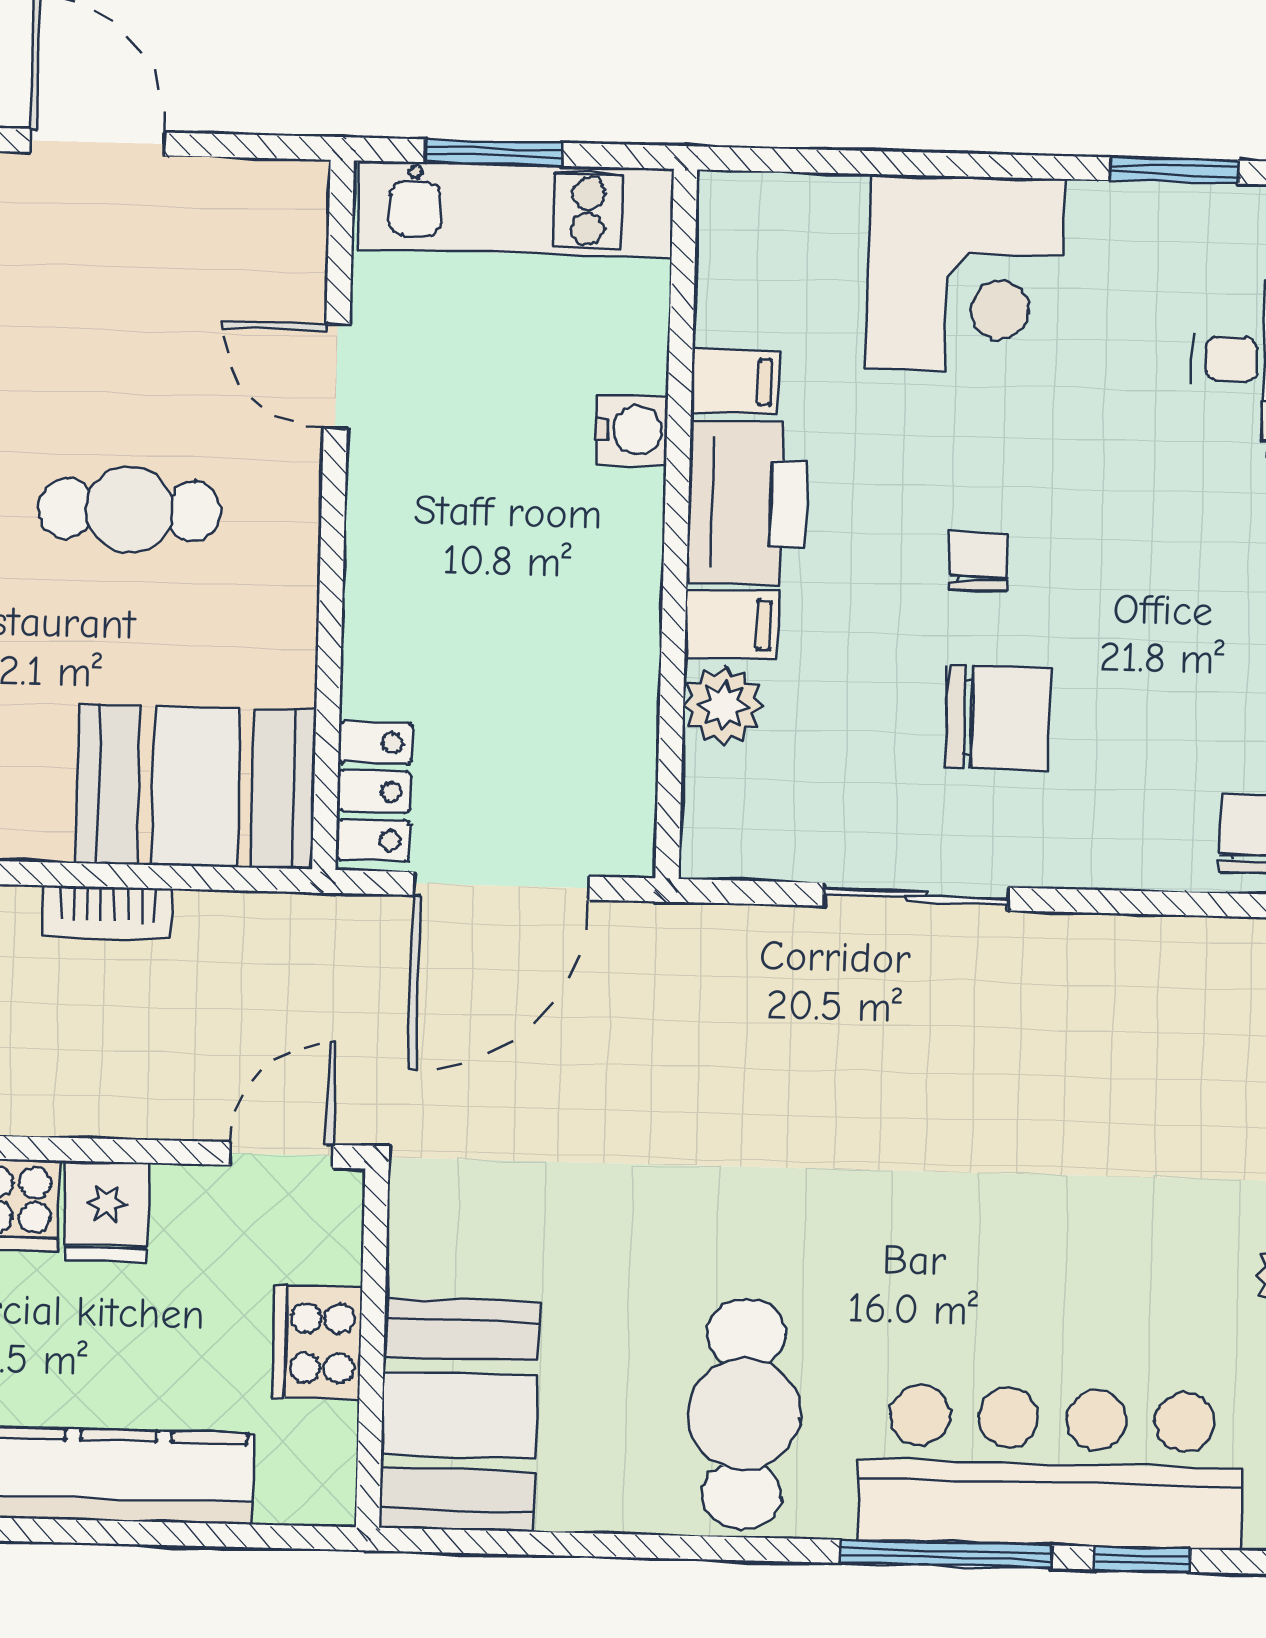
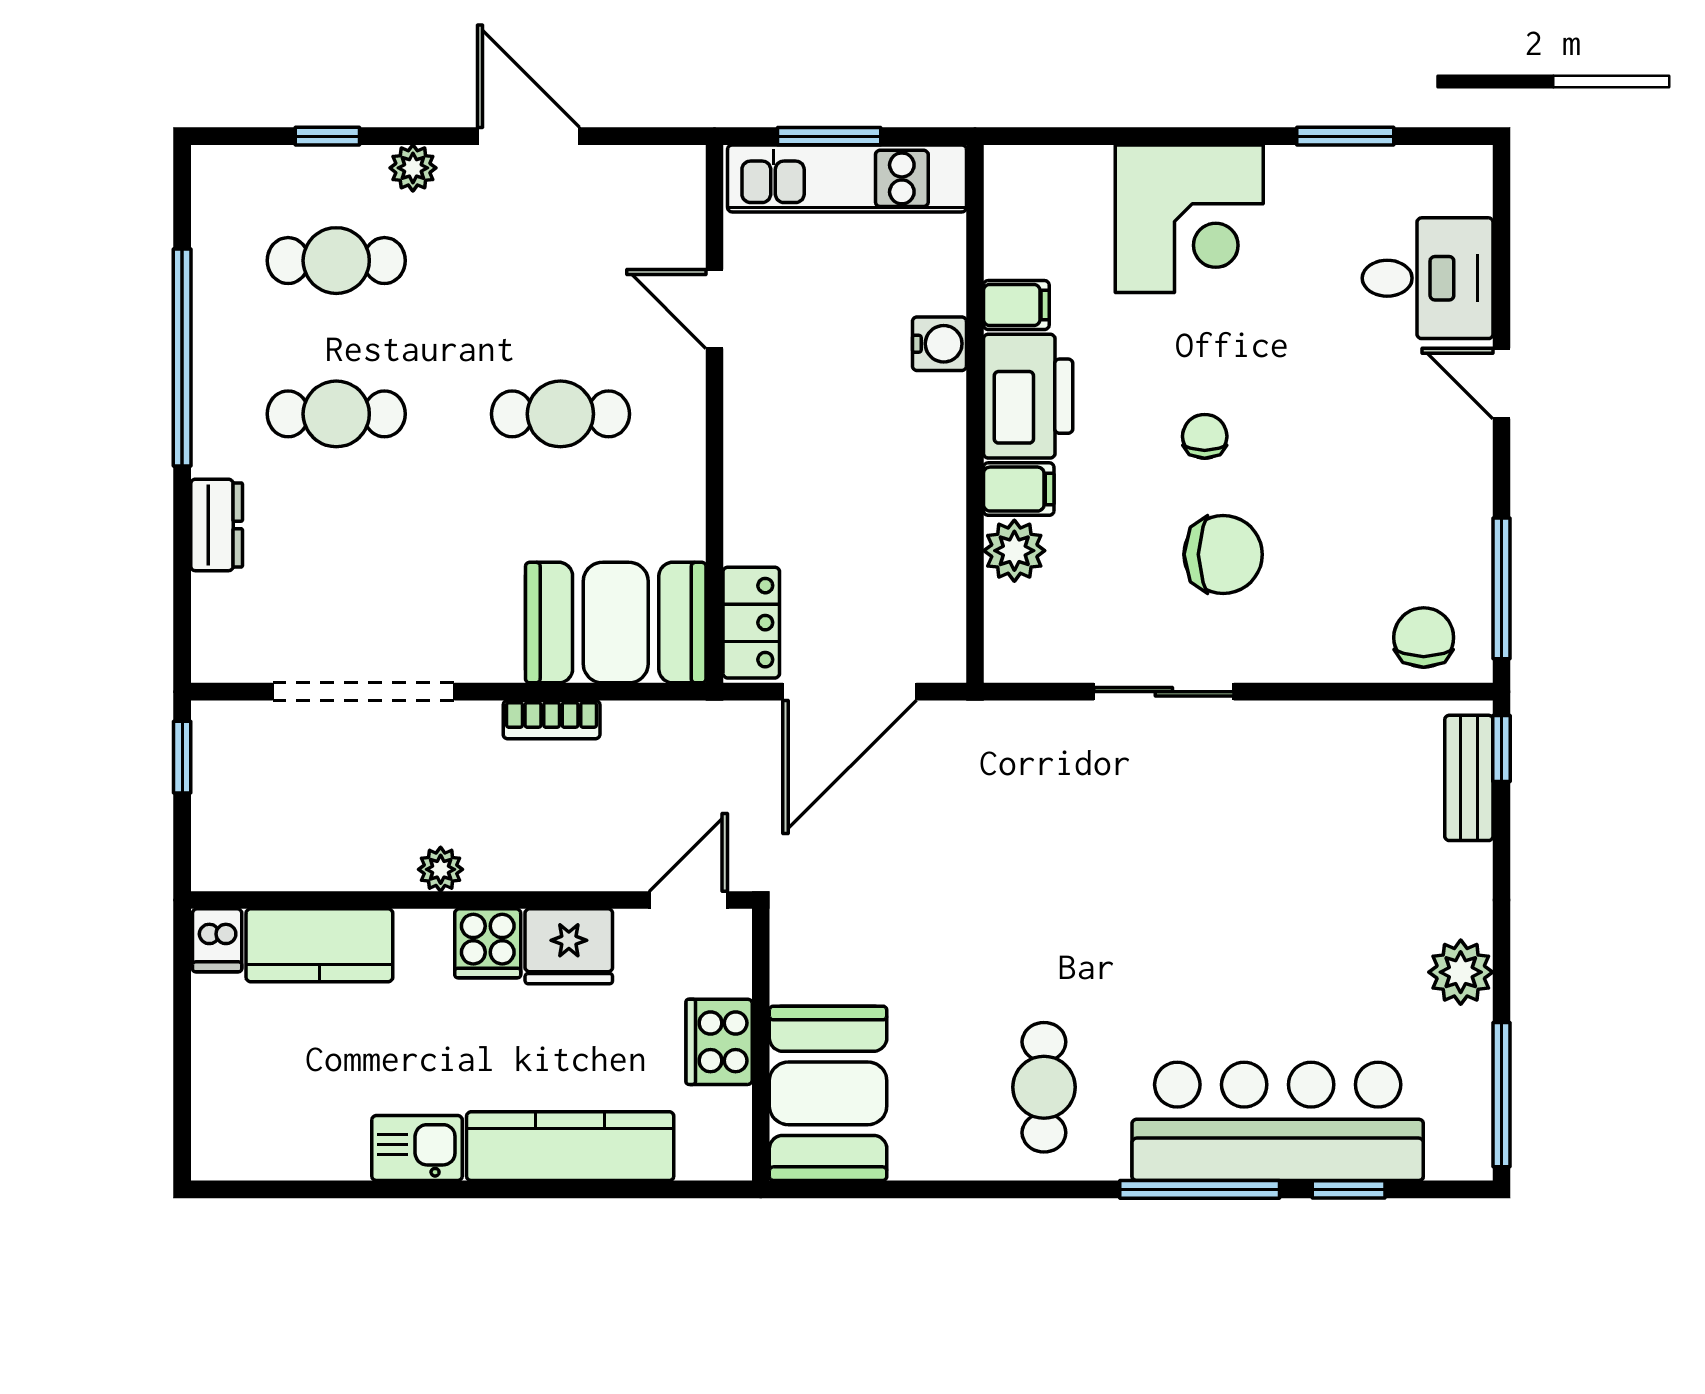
fridge: (106, 1211) -> (569, 946), width x1.38
cafe table: (744, 1414) -> (1044, 1087), width x0.73, depth x0.74

